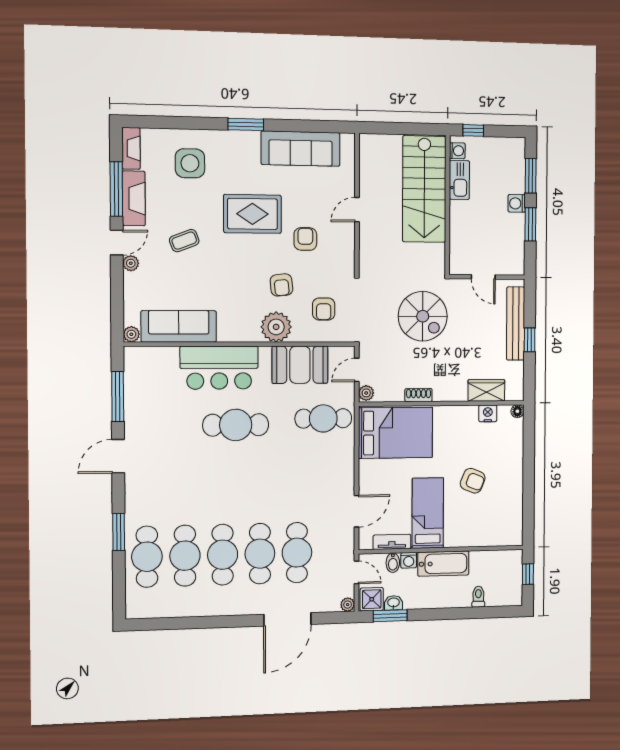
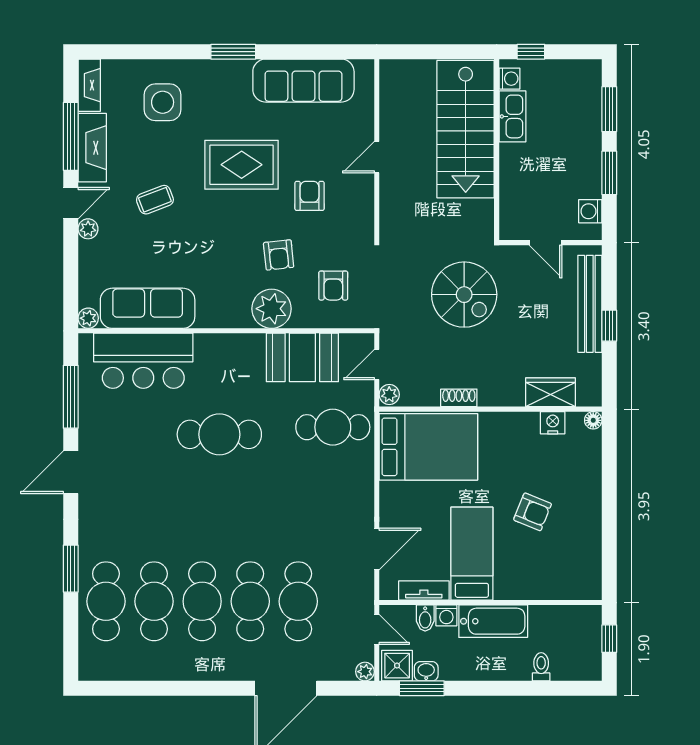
washing machine: (517, 203) -> (590, 211), moved
bar counter: (219, 368) -> (143, 361), moved

